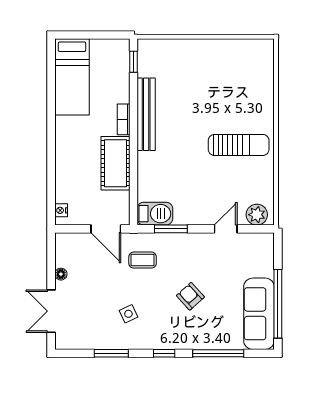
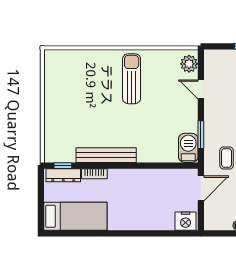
dresser: (122, 62) -> (63, 175), added
bookcase: (124, 119) -> (94, 174), moved
cot: (115, 163) -> (147, 180), removed
nightstand: (61, 210) -> (186, 221), width x1.89, depth x1.79

